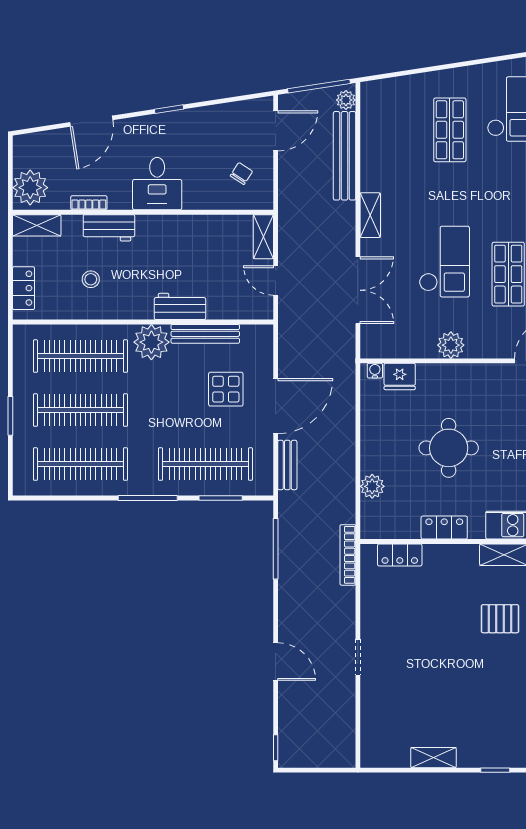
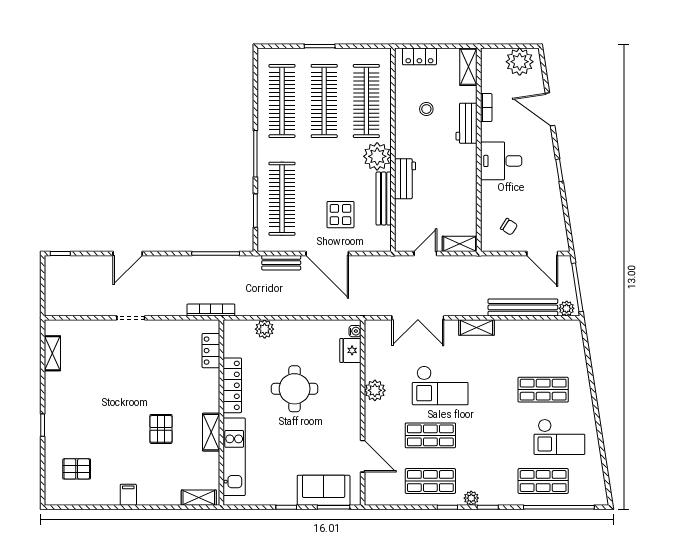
plant: (30, 188) -> (520, 62), moved
locker: (444, 528) -> (232, 385), width x1.53
shelving: (433, 758) -> (52, 353), moved

